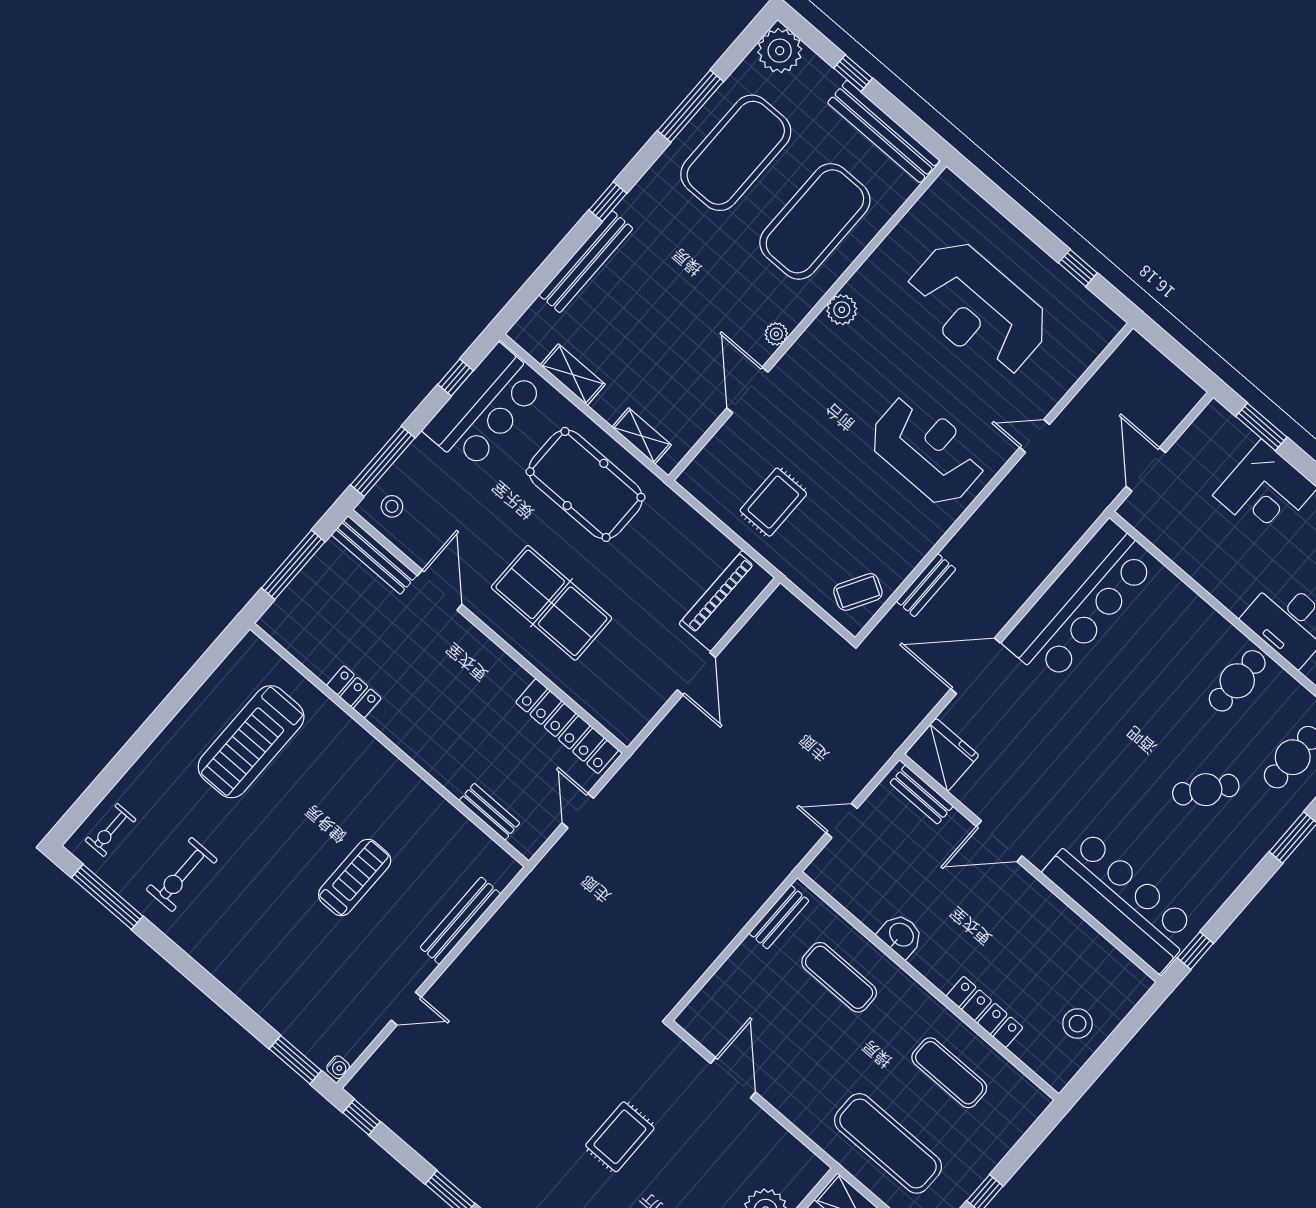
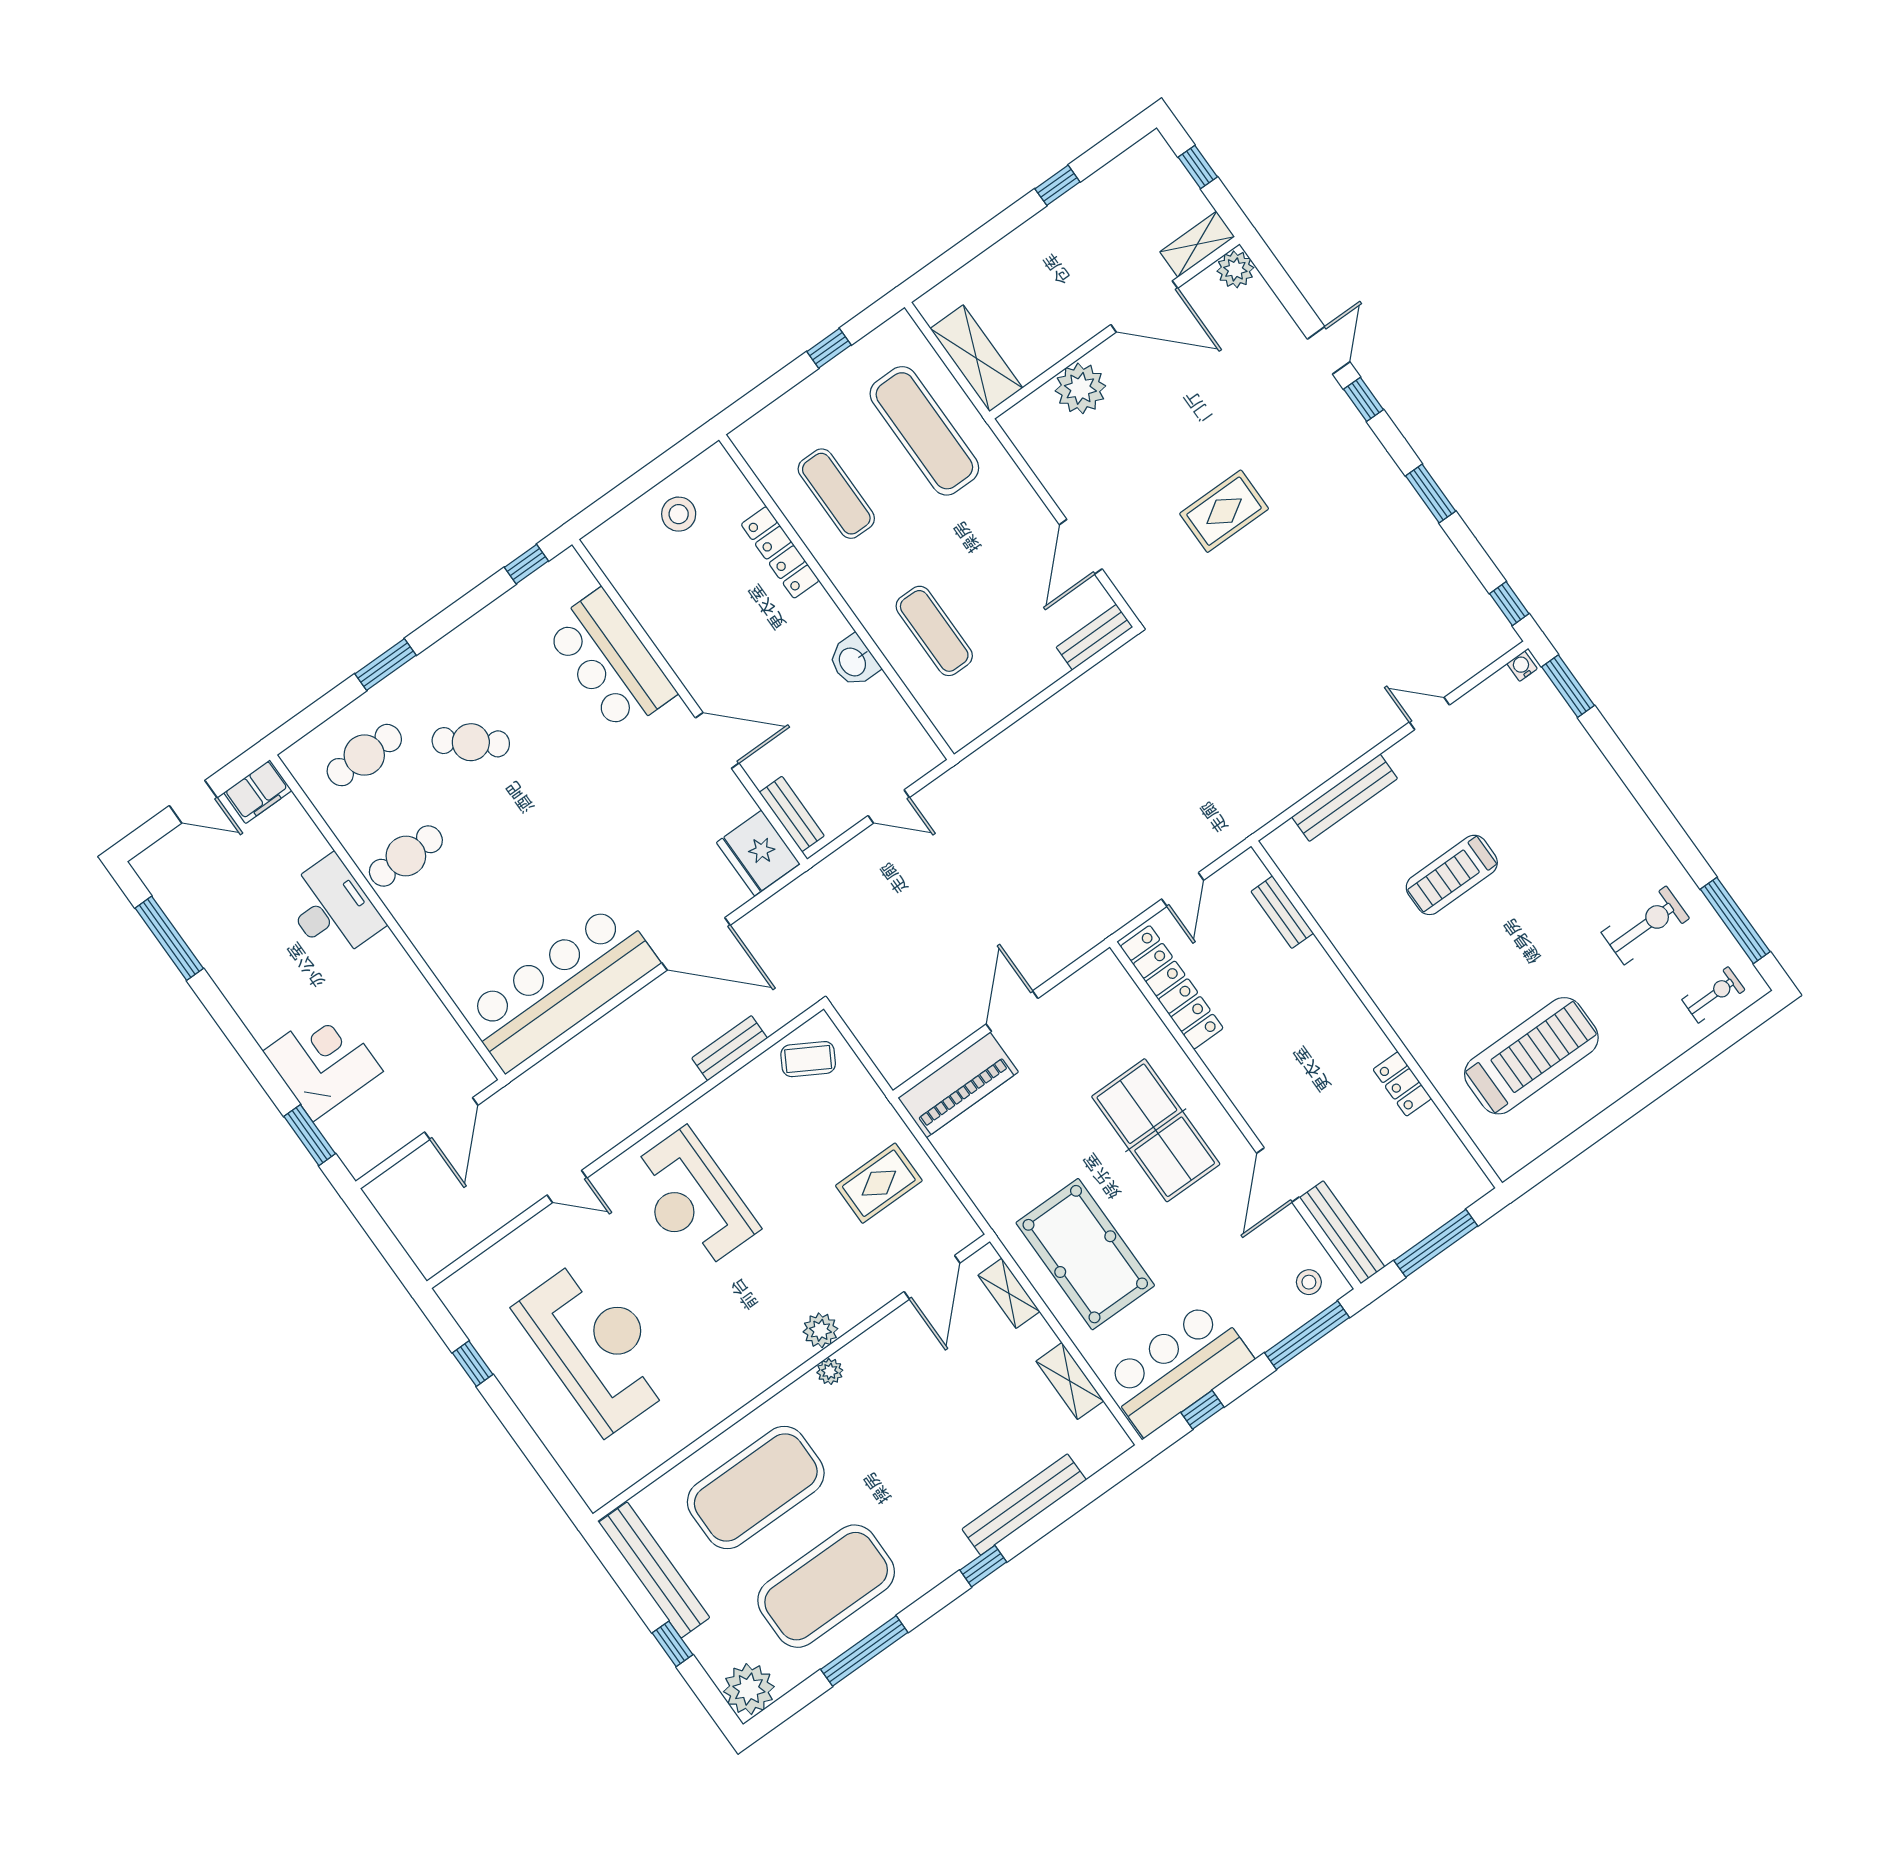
plant: (842, 310) -> (820, 1330), moved
door: (747, 390) -> (932, 1277), moved
bar counter: (1121, 900) -> (610, 661), width x0.73
bench: (779, 917) -> (1094, 637), moved

